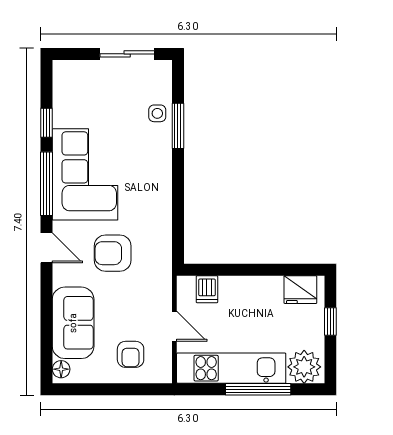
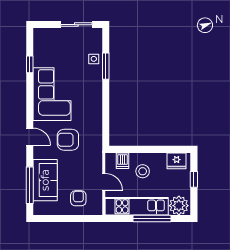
window: (47, 184) -> (30, 185), moved
stool: (242, 308) -> (143, 171), added
armchair: (131, 354) -> (78, 198), turned 180
floor lamp: (61, 369) -> (38, 207), removed

